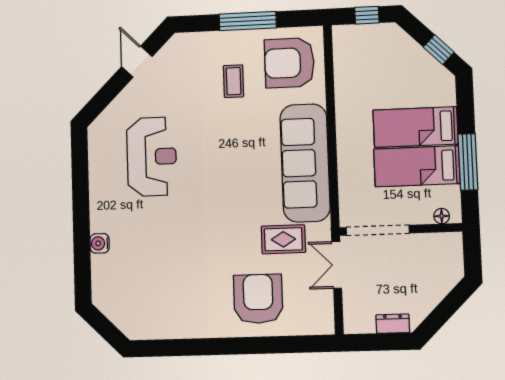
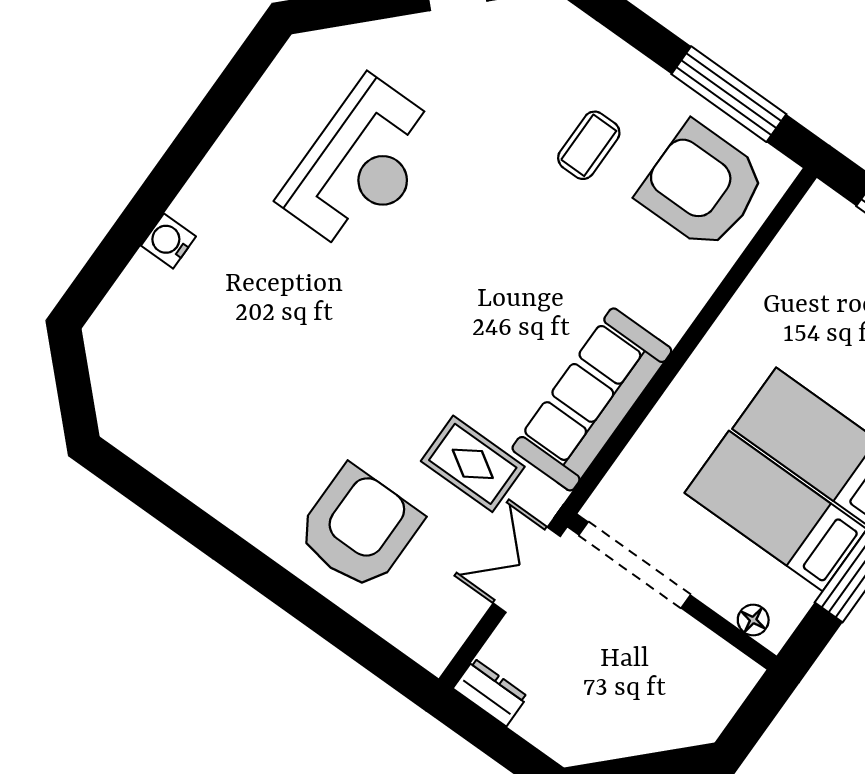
window: (248, 21) -> (729, 94), moved
sofa: (305, 163) -> (592, 399), width x0.74, depth x0.79
dresser: (393, 324) -> (490, 692), moved

